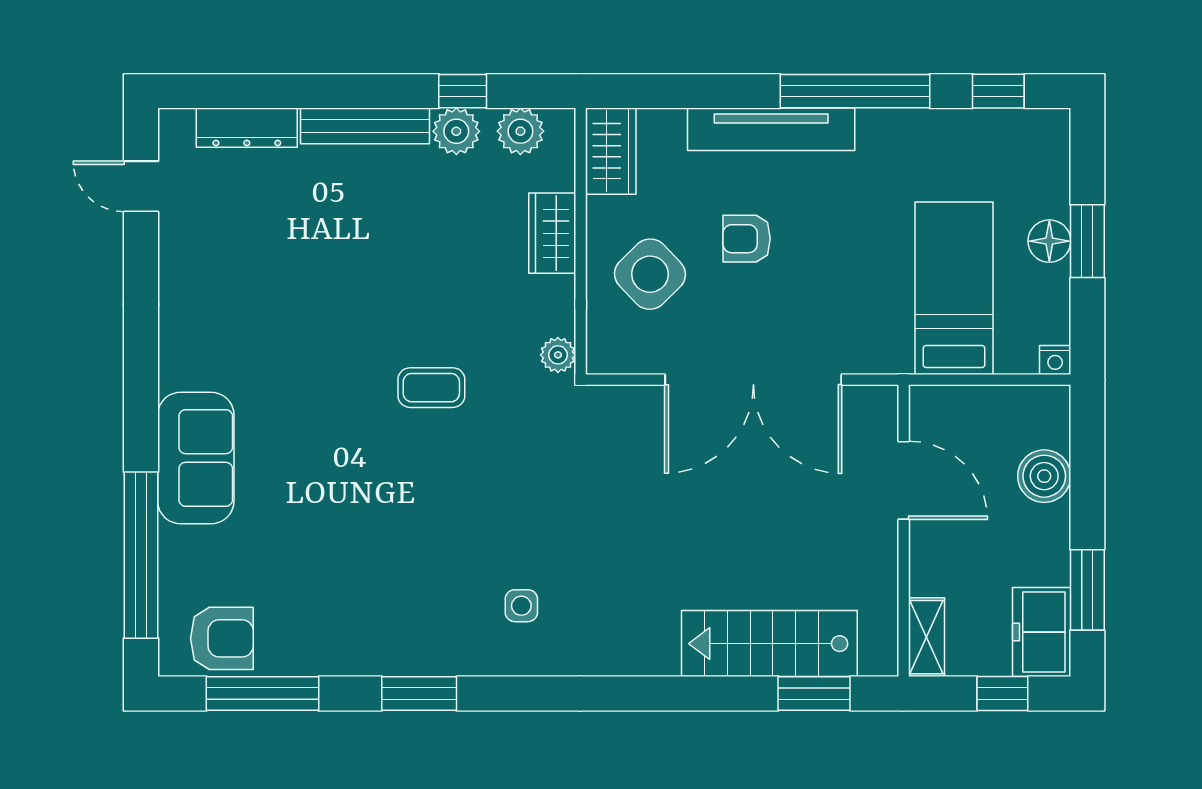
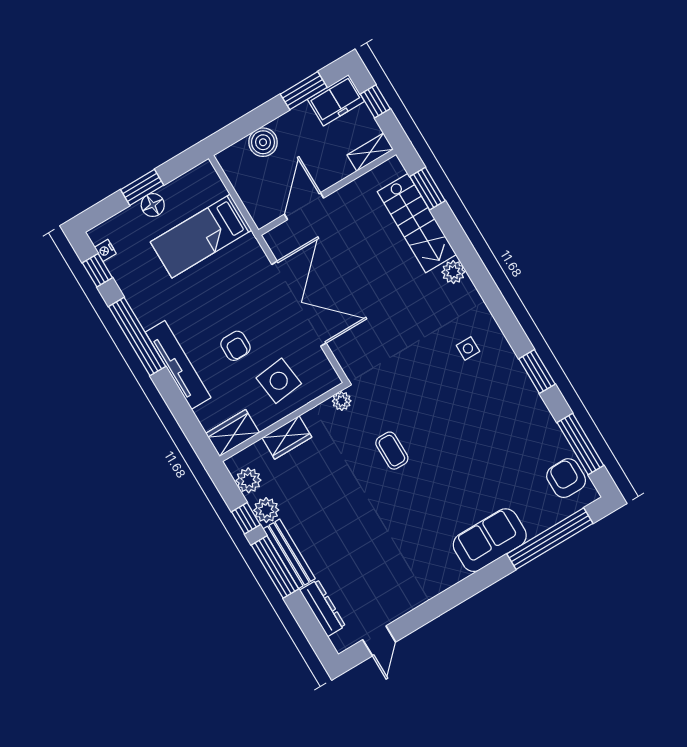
window: (358, 91) -> (275, 567), added
side table: (650, 274) -> (279, 381), turned 37
nightstand: (1055, 360) -> (105, 250), moved, turned 180
plant: (657, 655) -> (453, 272), added

